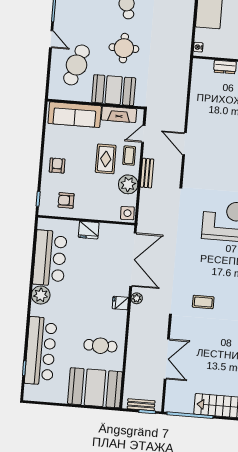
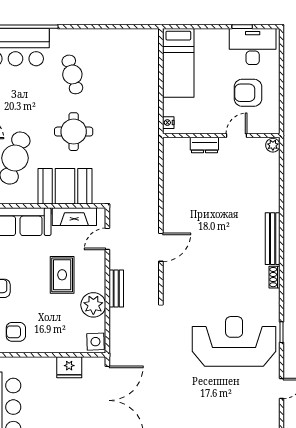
door: (184, 144) -> (161, 247), swing flipped
coffee table: (129, 156) -> (92, 268), removed
fridge: (89, 230) -> (69, 367), moved

